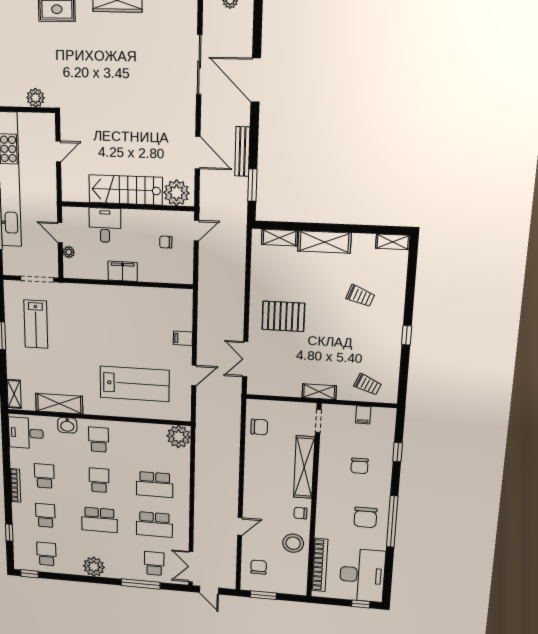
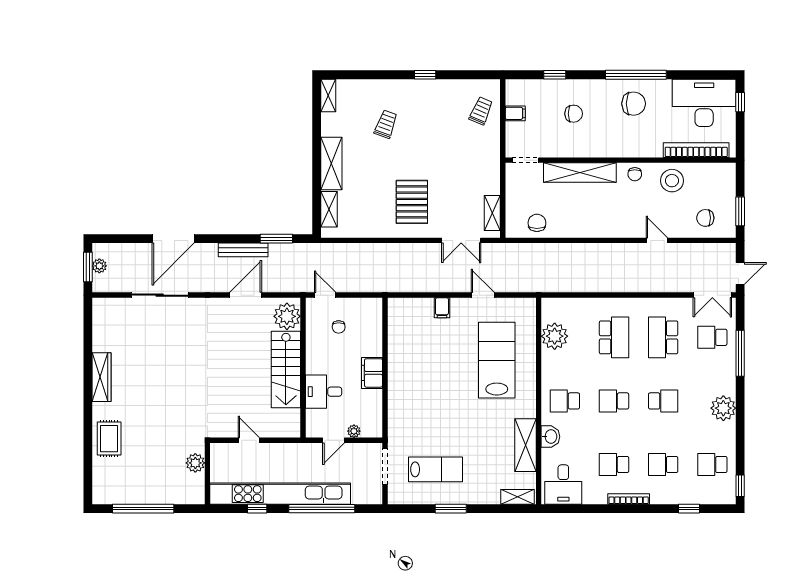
shelving: (319, 392) -> (492, 213), moved
plant: (179, 437) -> (555, 336), moved
school desk: (99, 520) -> (663, 401), width x0.54
school desk: (154, 524) -> (663, 337), turned 180

